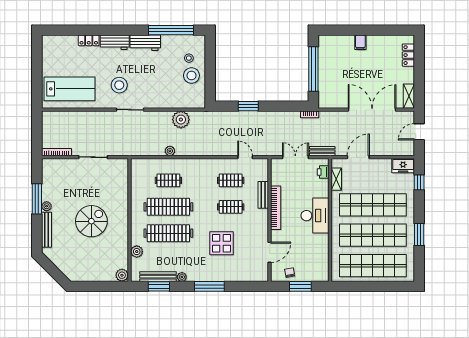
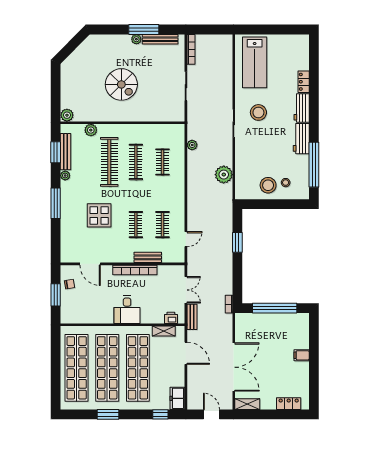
plant: (170, 151) -> (192, 145), moved
clothes rail: (168, 207) -> (136, 162), width x0.73, depth x0.76
desk: (315, 216) -> (127, 310), width x0.73
bench: (47, 230) -> (160, 39), moved

